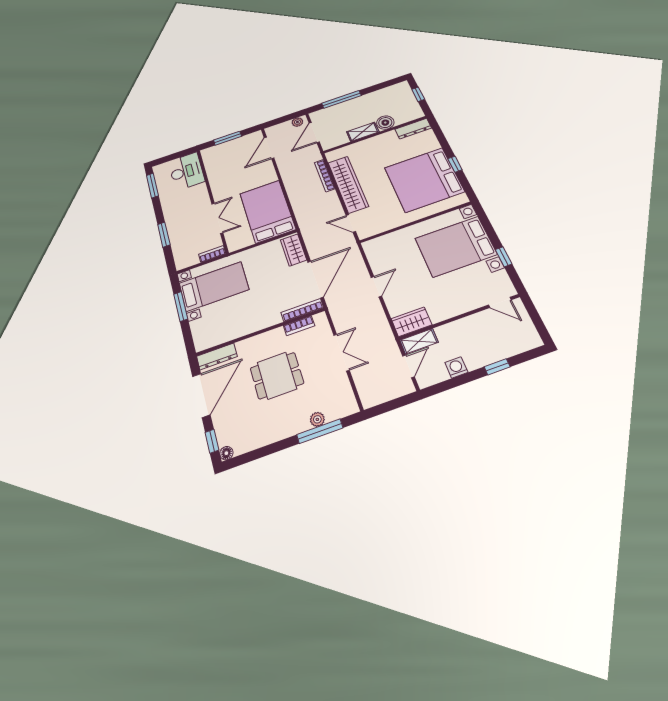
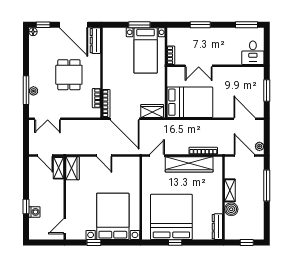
desk: (186, 171) -> (253, 53), width x0.73
double door: (341, 352) -> (48, 119), moved
washing machine: (456, 367) -> (34, 212), moved

